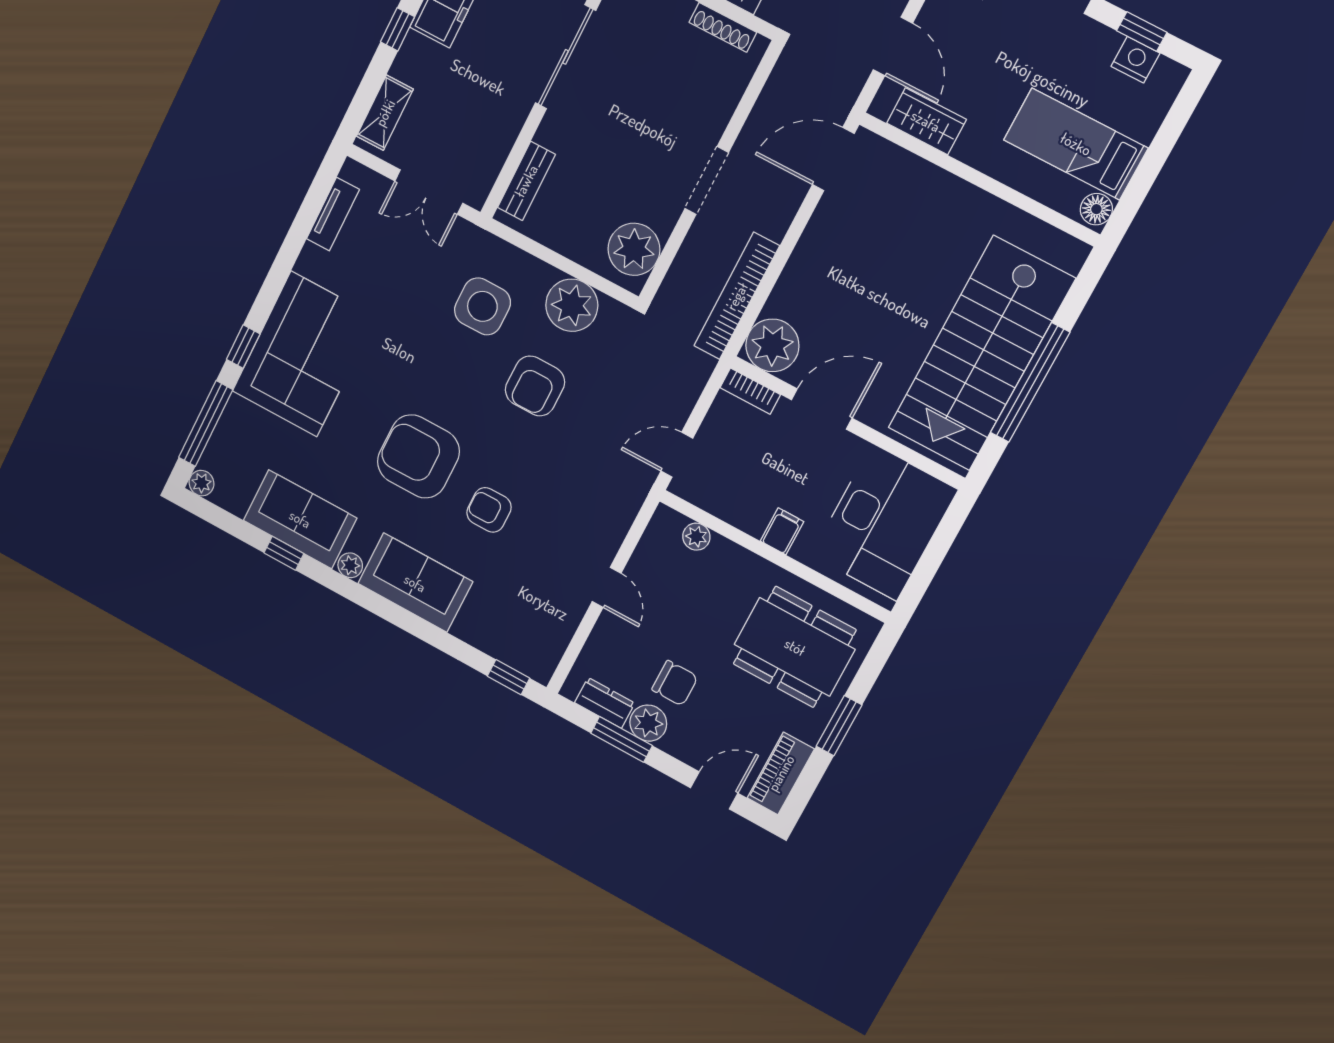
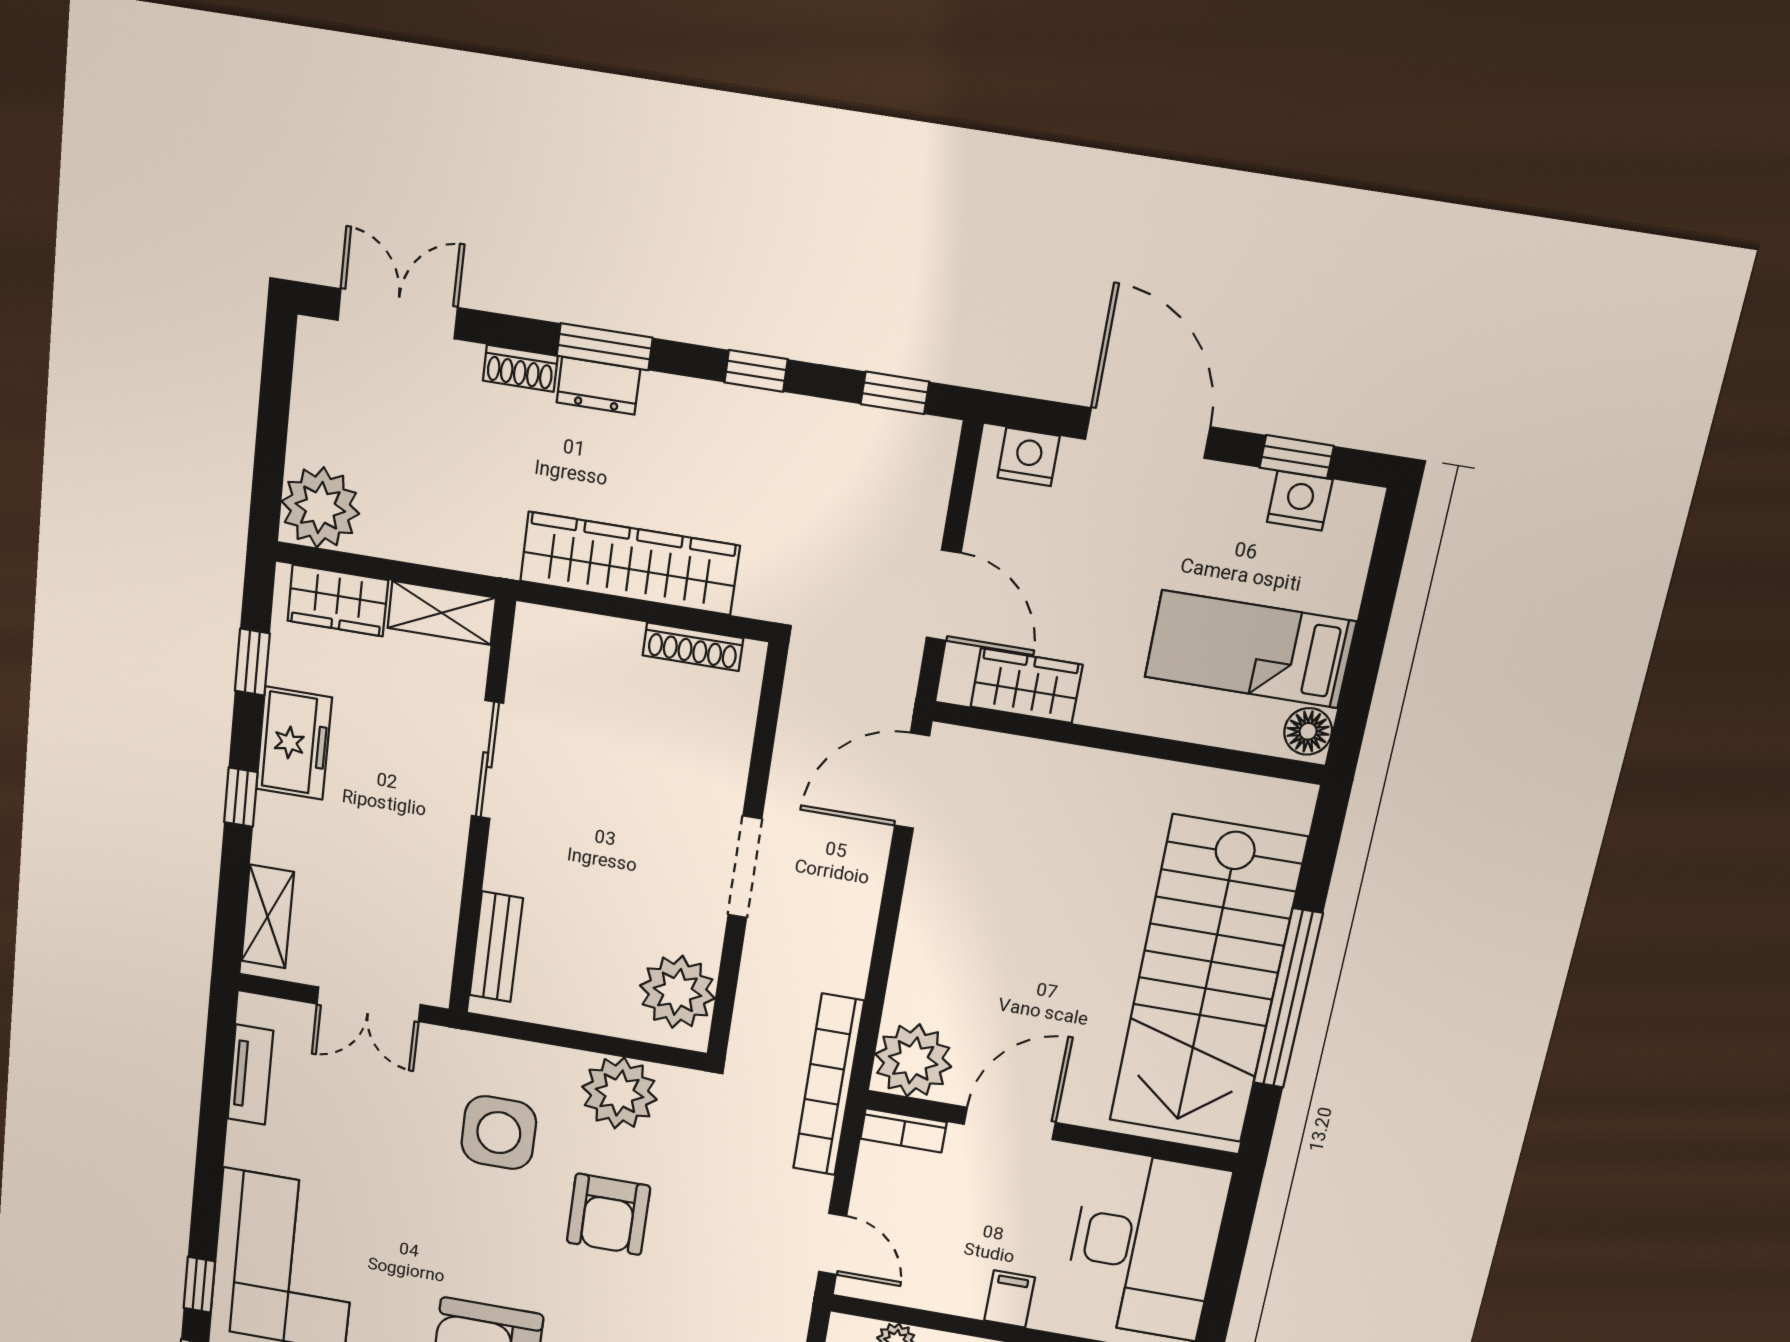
sliding door: (566, 57) -> (487, 760), width x0.73
bookcase: (737, 296) -> (828, 1085), moved
door: (677, 455) -> (833, 1244), swing flipped

